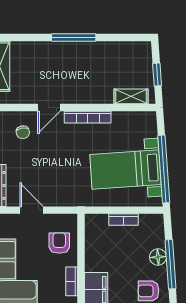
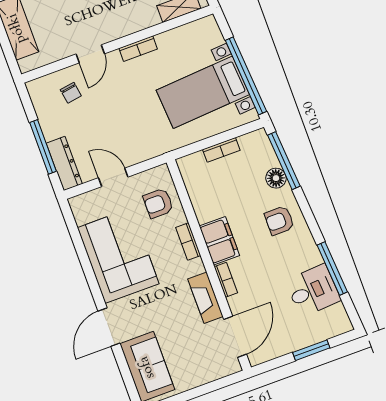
bookcase: (88, 117) -> (138, 49), width x0.64
armchair: (59, 243) -> (158, 203), turned -90
window: (170, 264) -> (284, 161), moved

